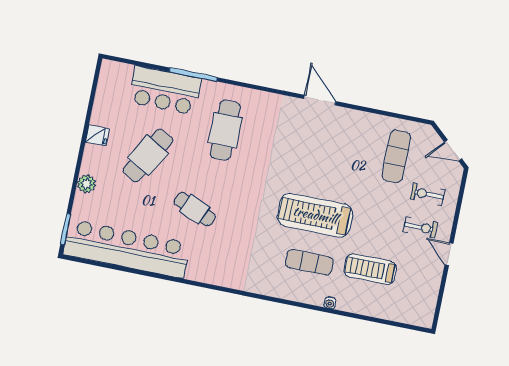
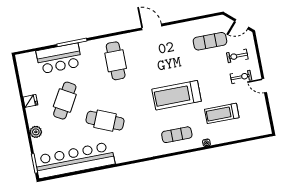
cafe table: (225, 130) -> (116, 61), moved
exercise mat: (396, 156) -> (210, 41), turned 90
cafe table: (195, 209) -> (105, 121), width x1.37, depth x1.35
exercise mat: (309, 262) -> (177, 135), moved

